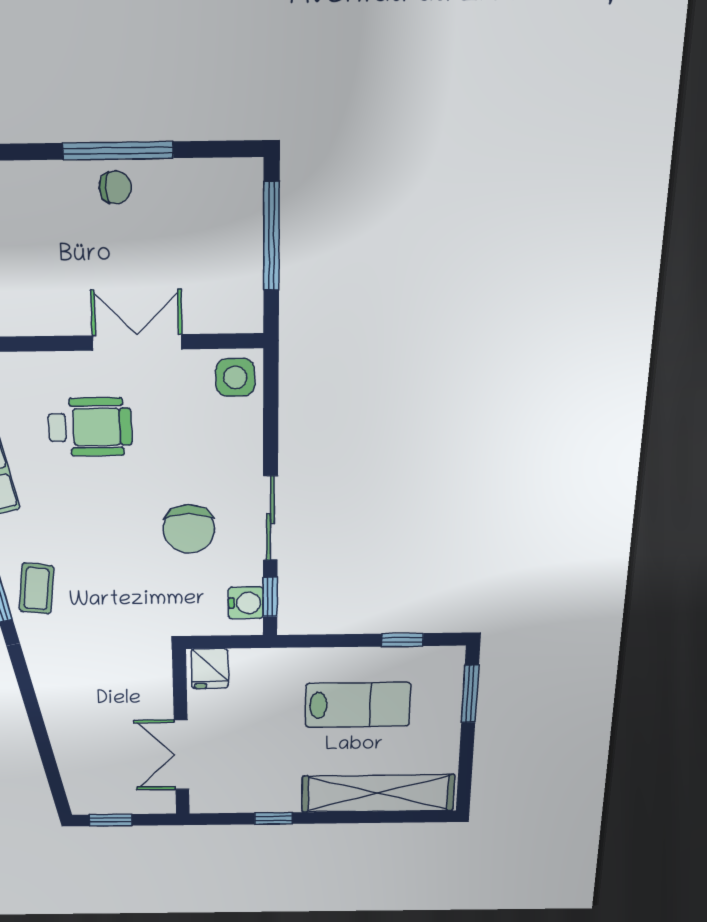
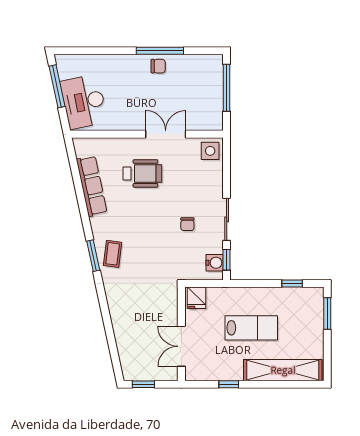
chair: (189, 529) -> (187, 224), width x0.54, depth x0.54
lab bench: (358, 705) -> (251, 328), moved

